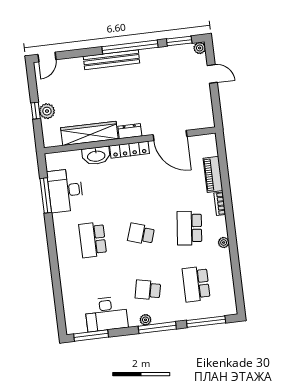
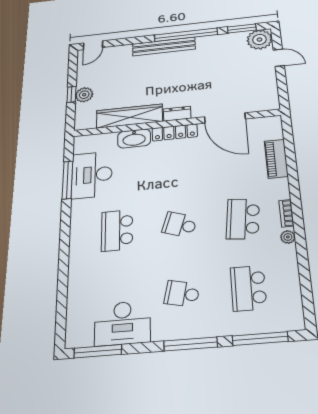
plant: (200, 48) -> (260, 40), width x1.87, depth x1.87
bookcase: (220, 204) -> (286, 213), moved
plant: (145, 320) -> (175, 333), removed

